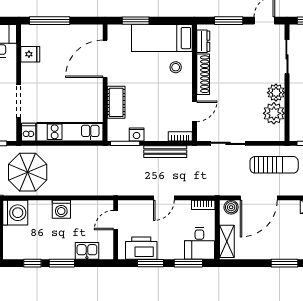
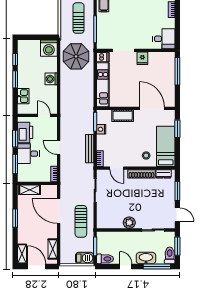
fridge: (30, 54) -> (142, 58), moved
plant: (274, 113) -> (115, 221), removed
boiler: (231, 207) -> (53, 193), removed
desk: (199, 243) -> (28, 154), moved
window: (284, 263) -> (15, 218), moved

